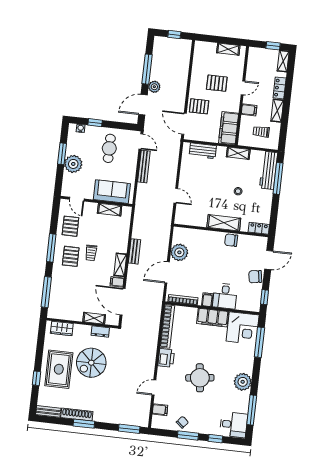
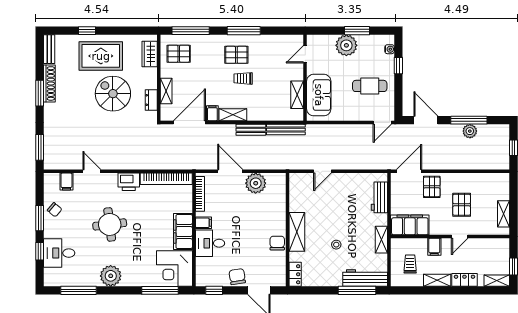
plant: (154, 87) -> (470, 131), moved
door: (243, 88) -> (460, 236), hinge flipped
bench: (144, 167) -> (286, 130), moved
pallet: (70, 226) -> (179, 54), moved
desk: (234, 425) -> (59, 253), moved, turned 90

